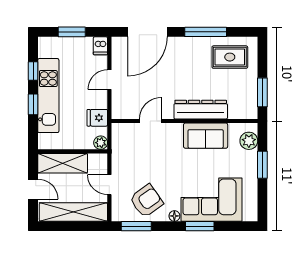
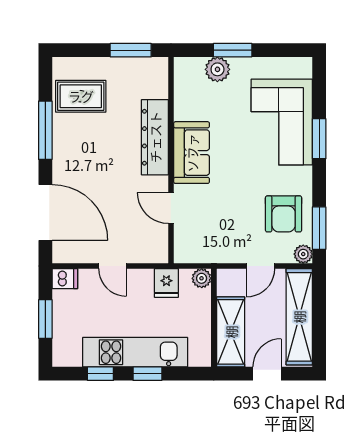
rug: (230, 57) -> (81, 96), turned 90
sofa: (206, 136) -> (192, 153), moved
plant: (249, 141) -> (217, 69), moved
armchair: (146, 201) -> (284, 214), turned -145
plant: (118, 215) -> (303, 254), added
floor lamp: (174, 216) -> (305, 174), removed

